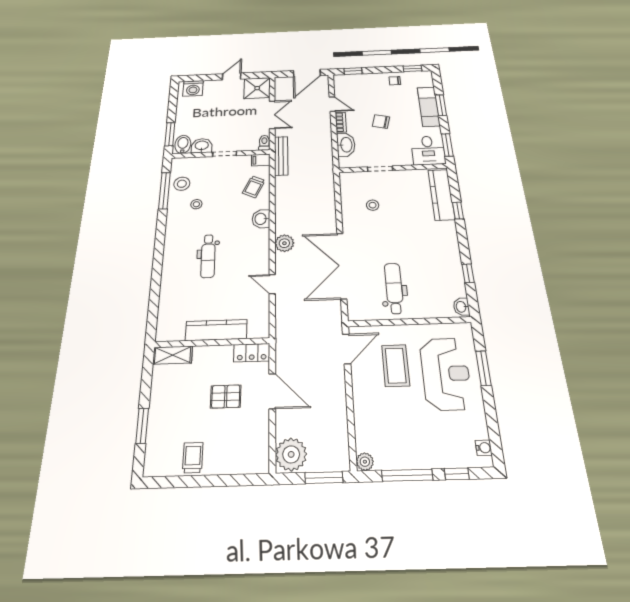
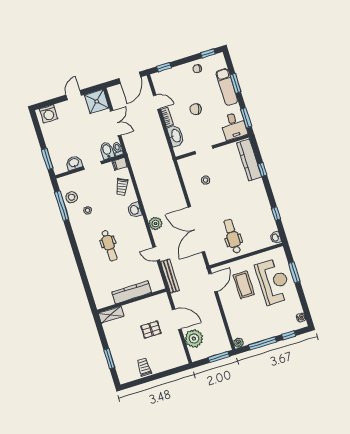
bidet: (183, 144) -> (107, 151), moved
bench: (281, 156) -> (170, 276), moved
locker: (252, 353) -> (158, 300), removed
plant: (291, 454) -> (194, 338), moved

